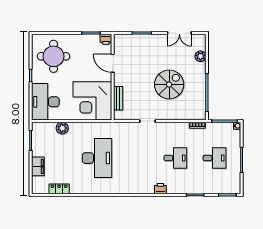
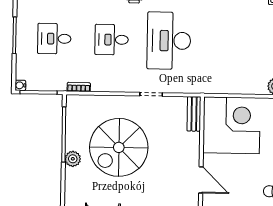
plant: (200, 56) -> (73, 159), moved
spiral stairs: (169, 85) -> (119, 147), width x1.37, depth x1.37
bench: (118, 98) -> (194, 114), moved
desk: (97, 158) -> (169, 41), moved

